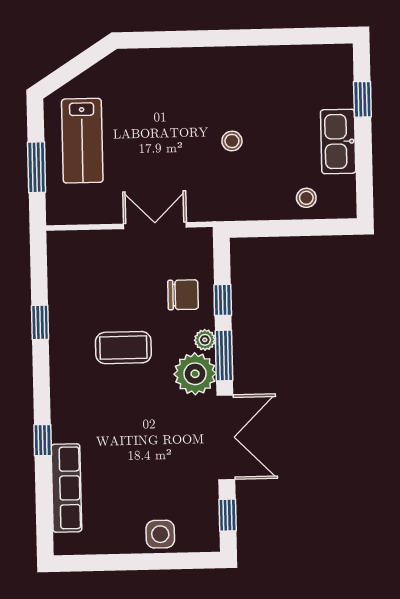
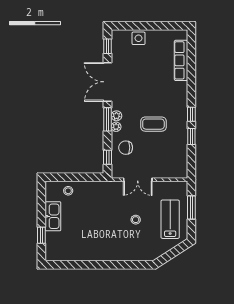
stool: (232, 141) -> (136, 220), moved
window: (223, 300) -> (107, 157), moved
plant: (195, 374) -> (116, 116), width x0.53, depth x0.53
window: (43, 440) -> (191, 114), moved

